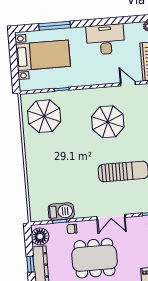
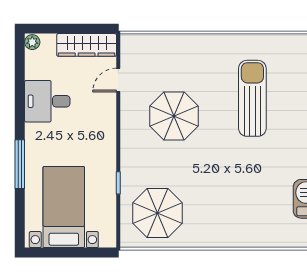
window: (55, 26) -> (20, 164), moved
desk: (105, 39) -> (47, 101), width x0.73

